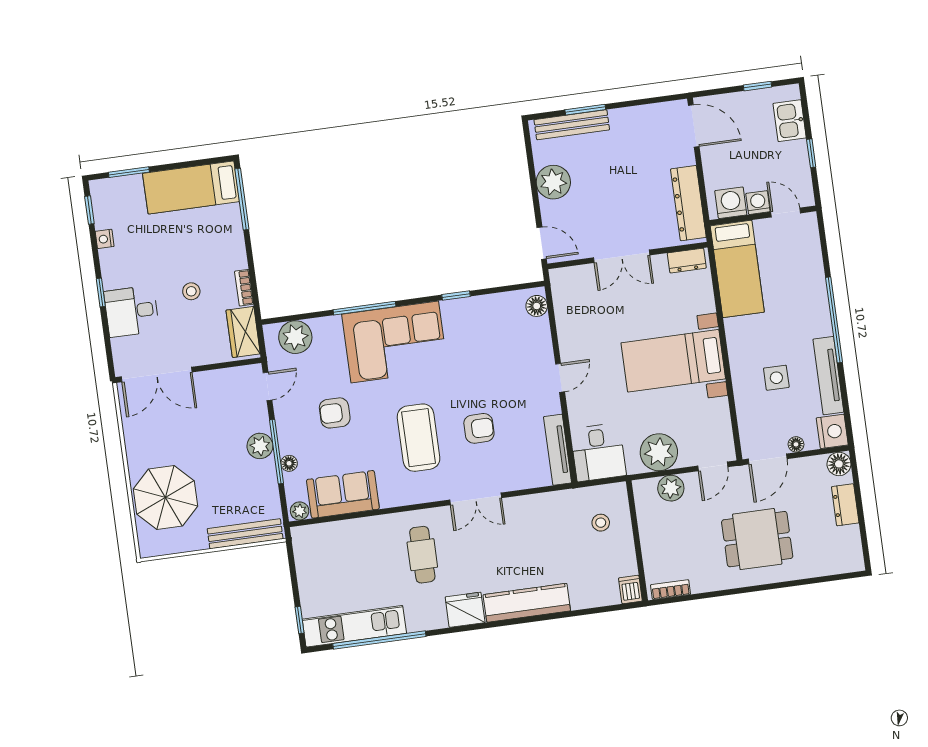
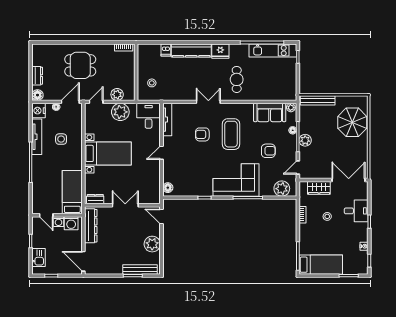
wardrobe: (243, 332) -> (319, 188), moved, turned 90
dishwasher: (630, 590) -> (166, 50), moved

